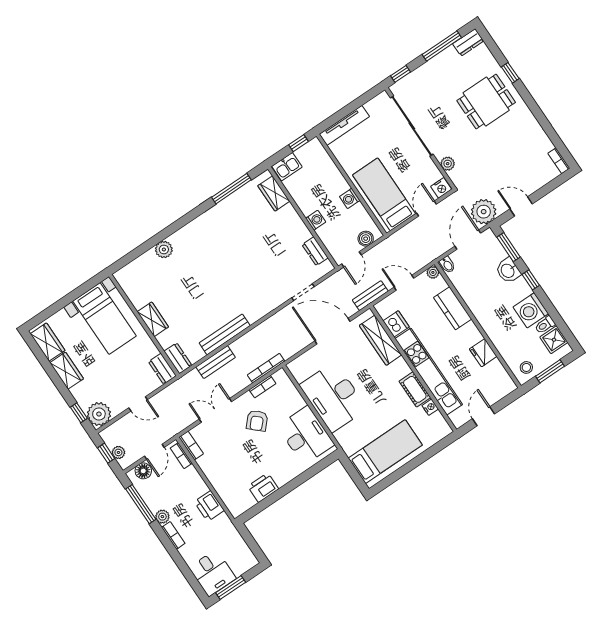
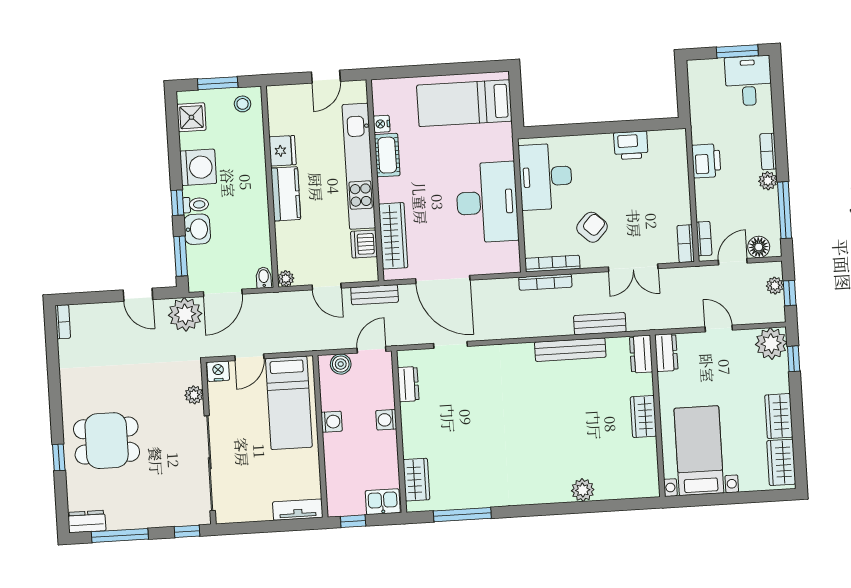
tv unit: (344, 125) -> (298, 510), width x0.71
kitchen counter: (453, 308) -> (286, 194), moved
toilet: (545, 325) -> (196, 205), moved
bookcase: (262, 387) -> (553, 264), width x1.56

